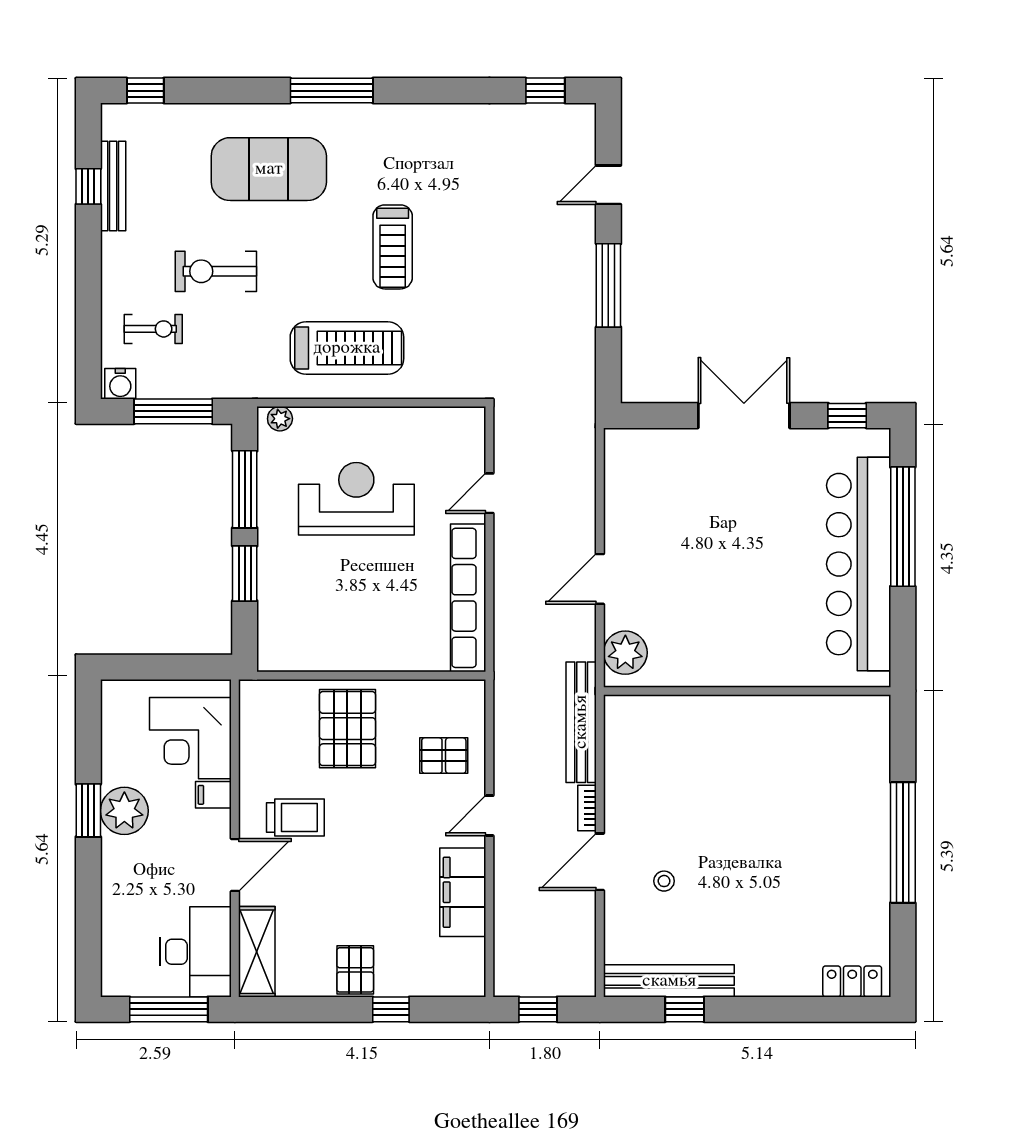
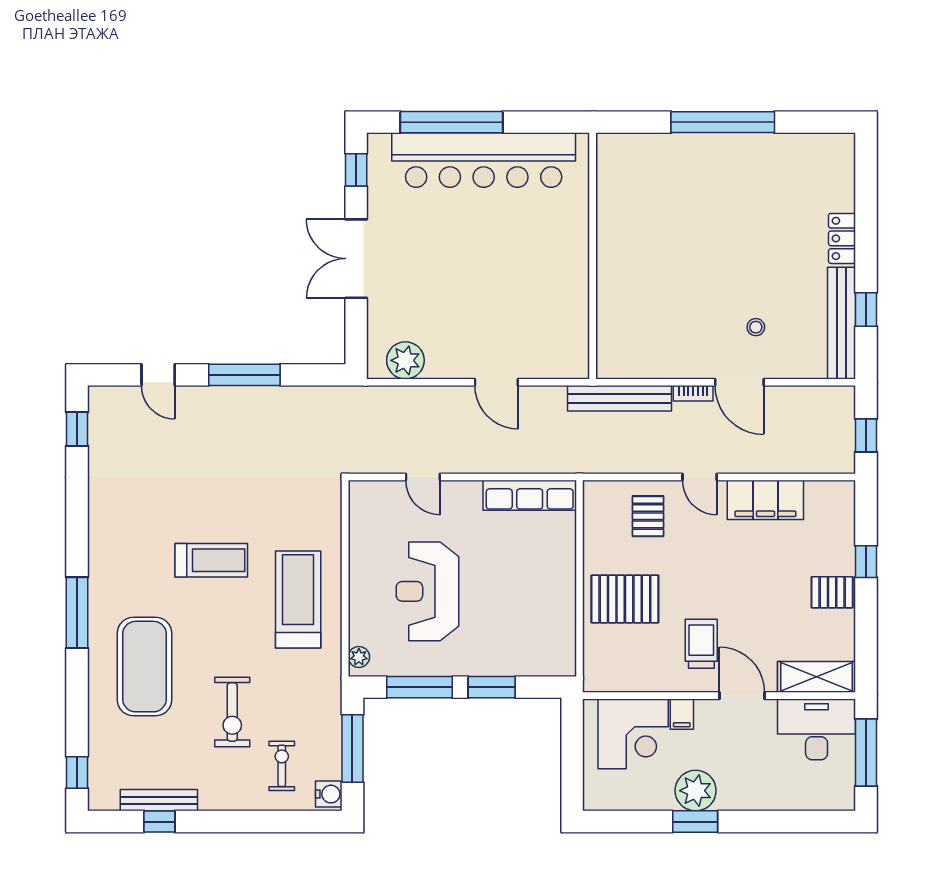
row of seats: (468, 598) -> (530, 495), width x0.73
plant: (625, 653) -> (405, 360), moved
locker: (852, 981) -> (842, 238), moved

